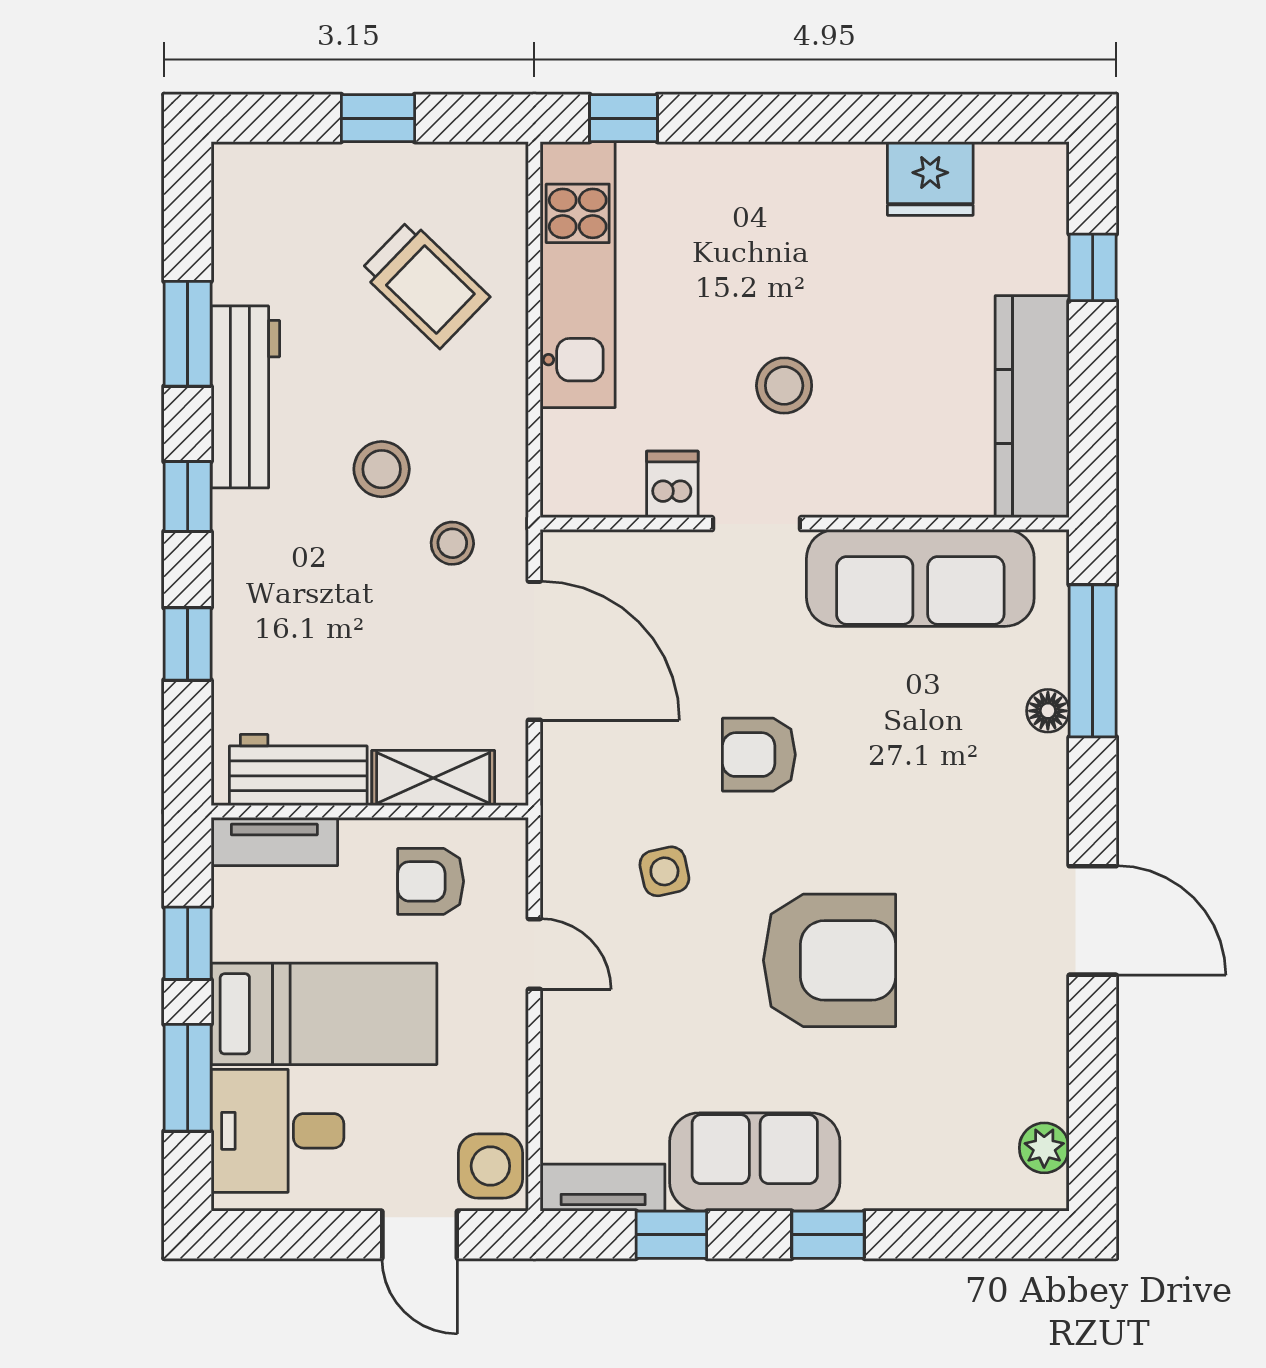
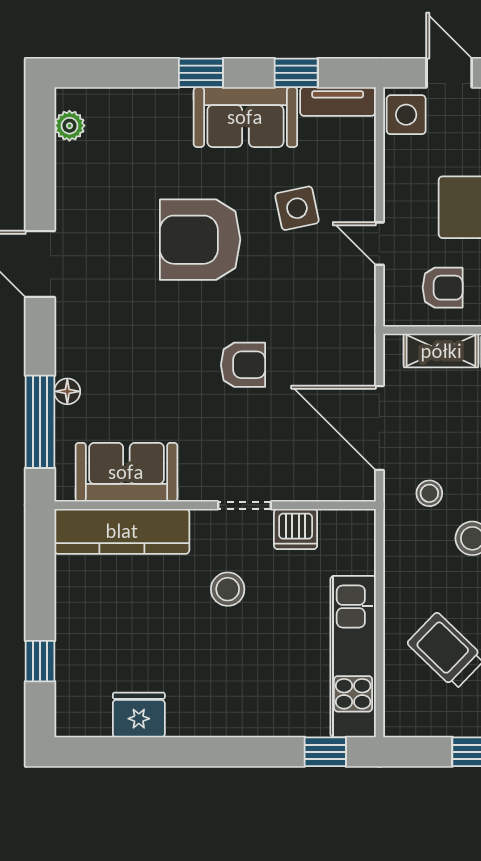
kitchen counter: (1032, 407) -> (122, 531), moved, turned 90
dishwasher: (672, 484) -> (296, 529), width x1.38
sofa: (920, 578) -> (126, 472), width x0.73
side table: (664, 871) -> (297, 208), moved, width x1.37, depth x1.37

